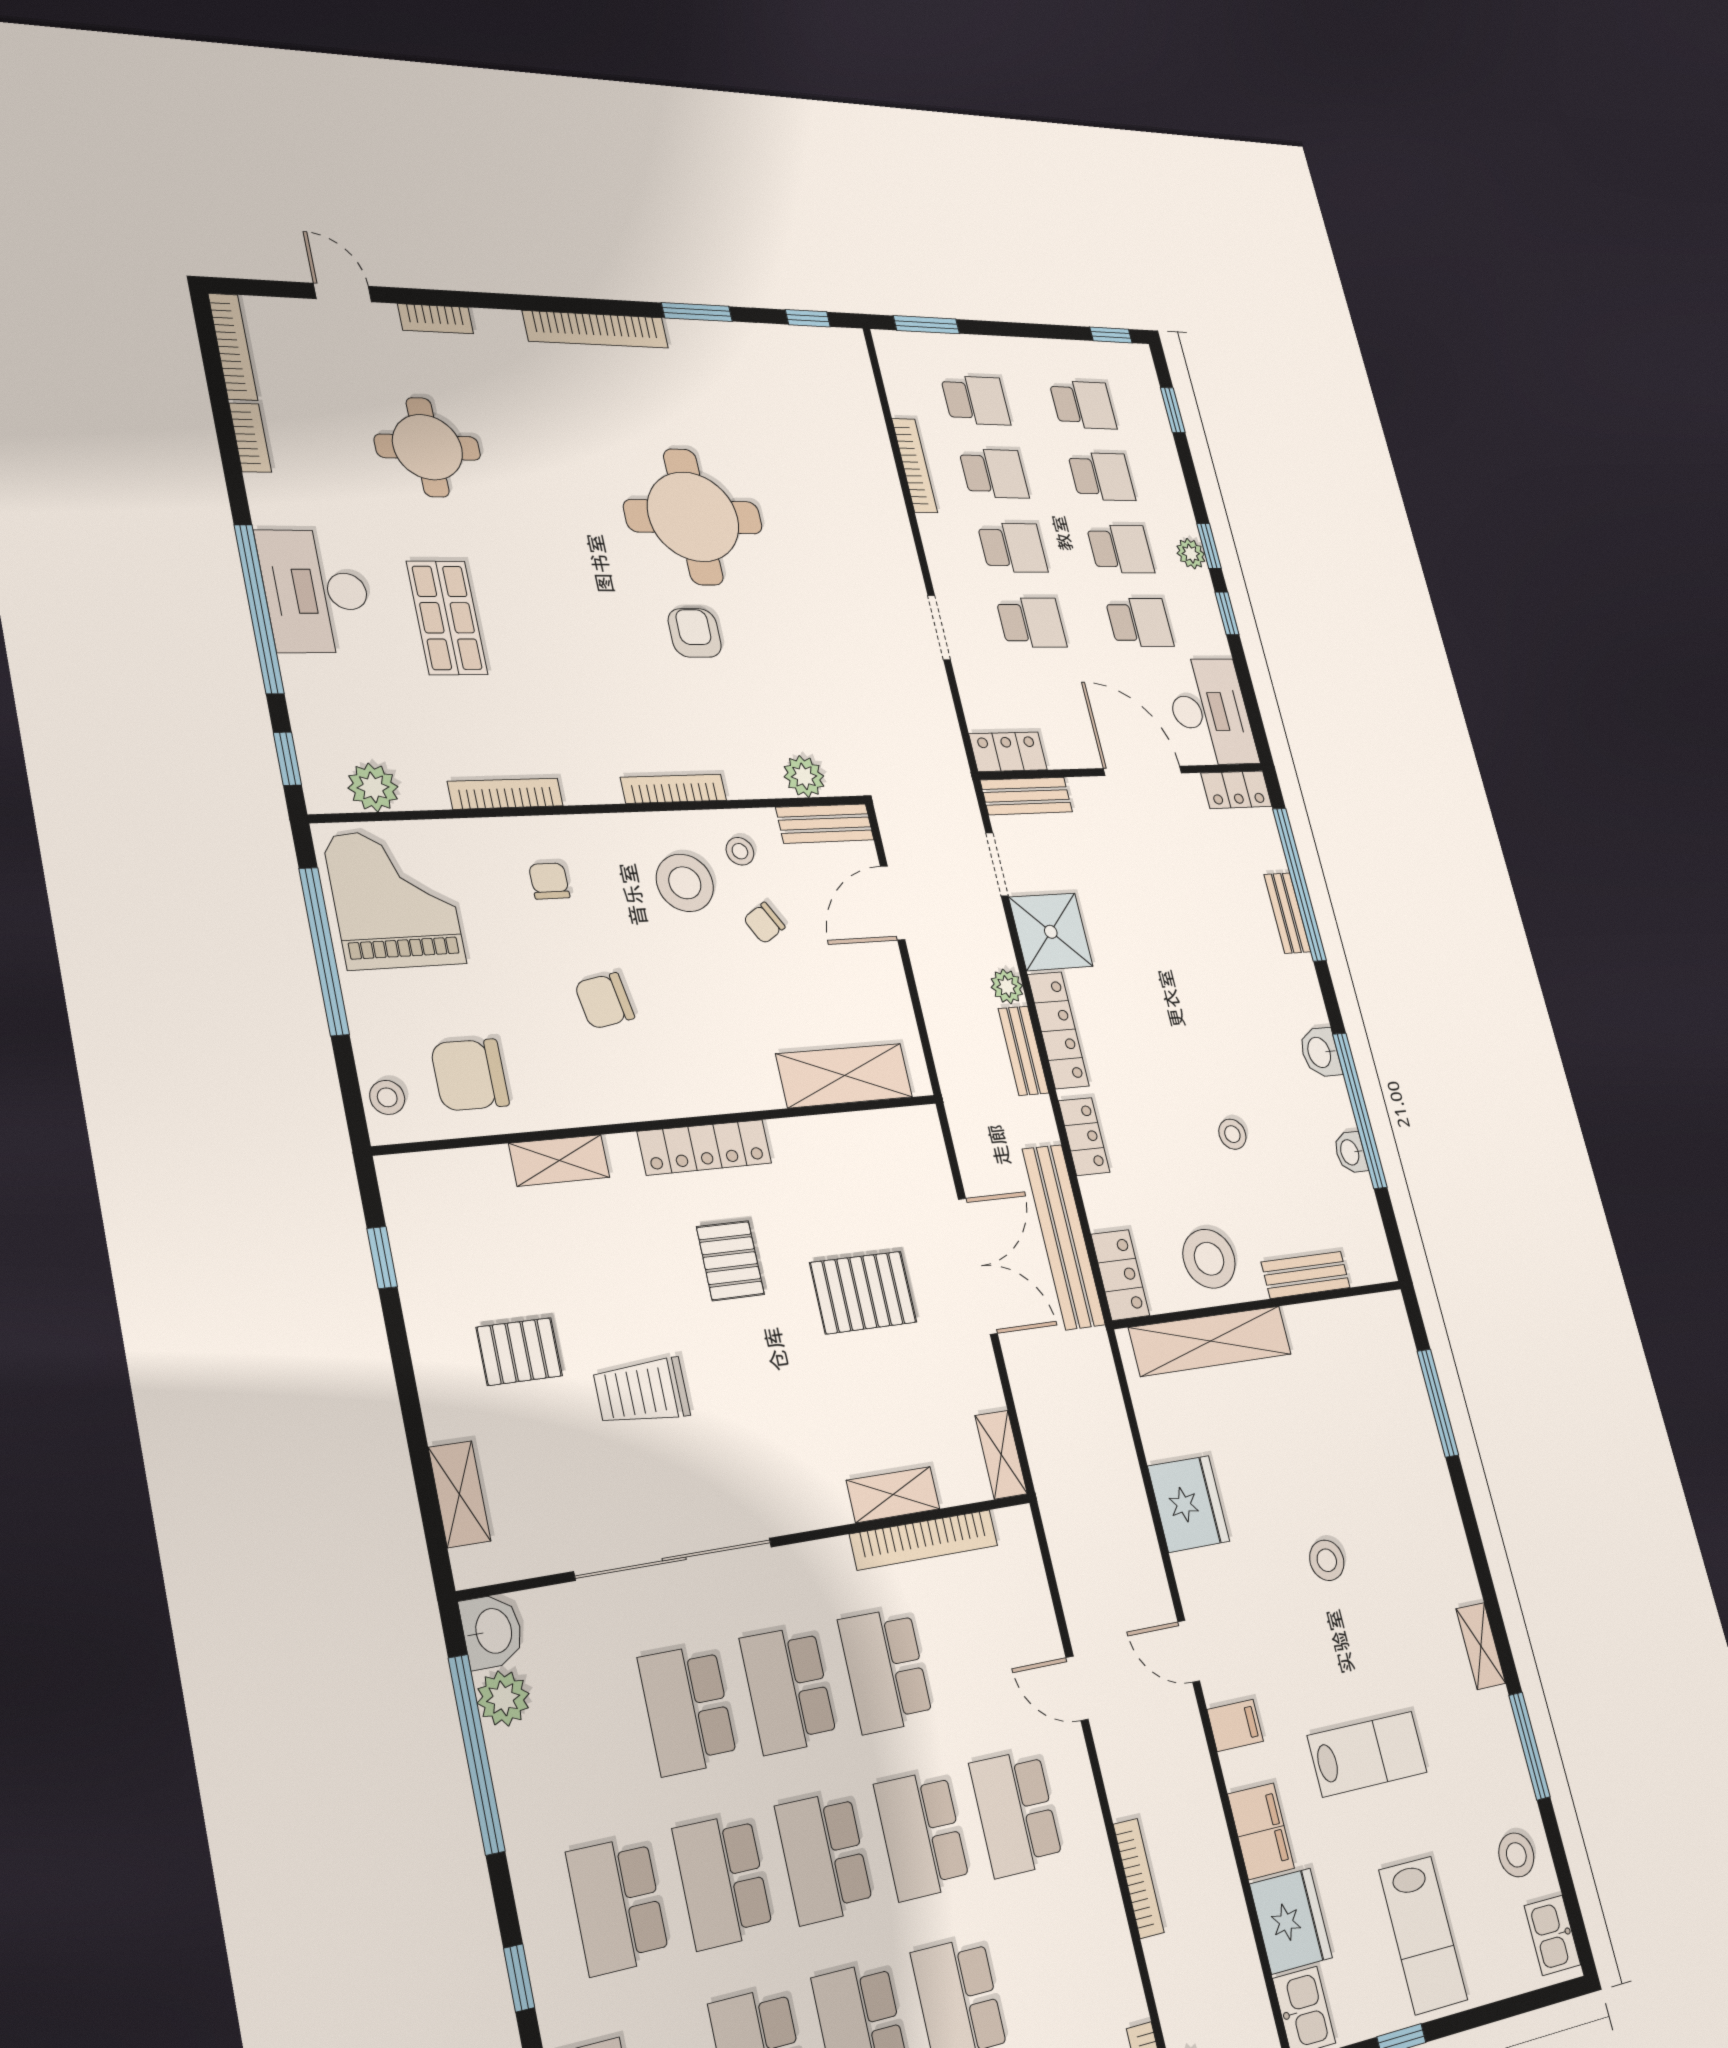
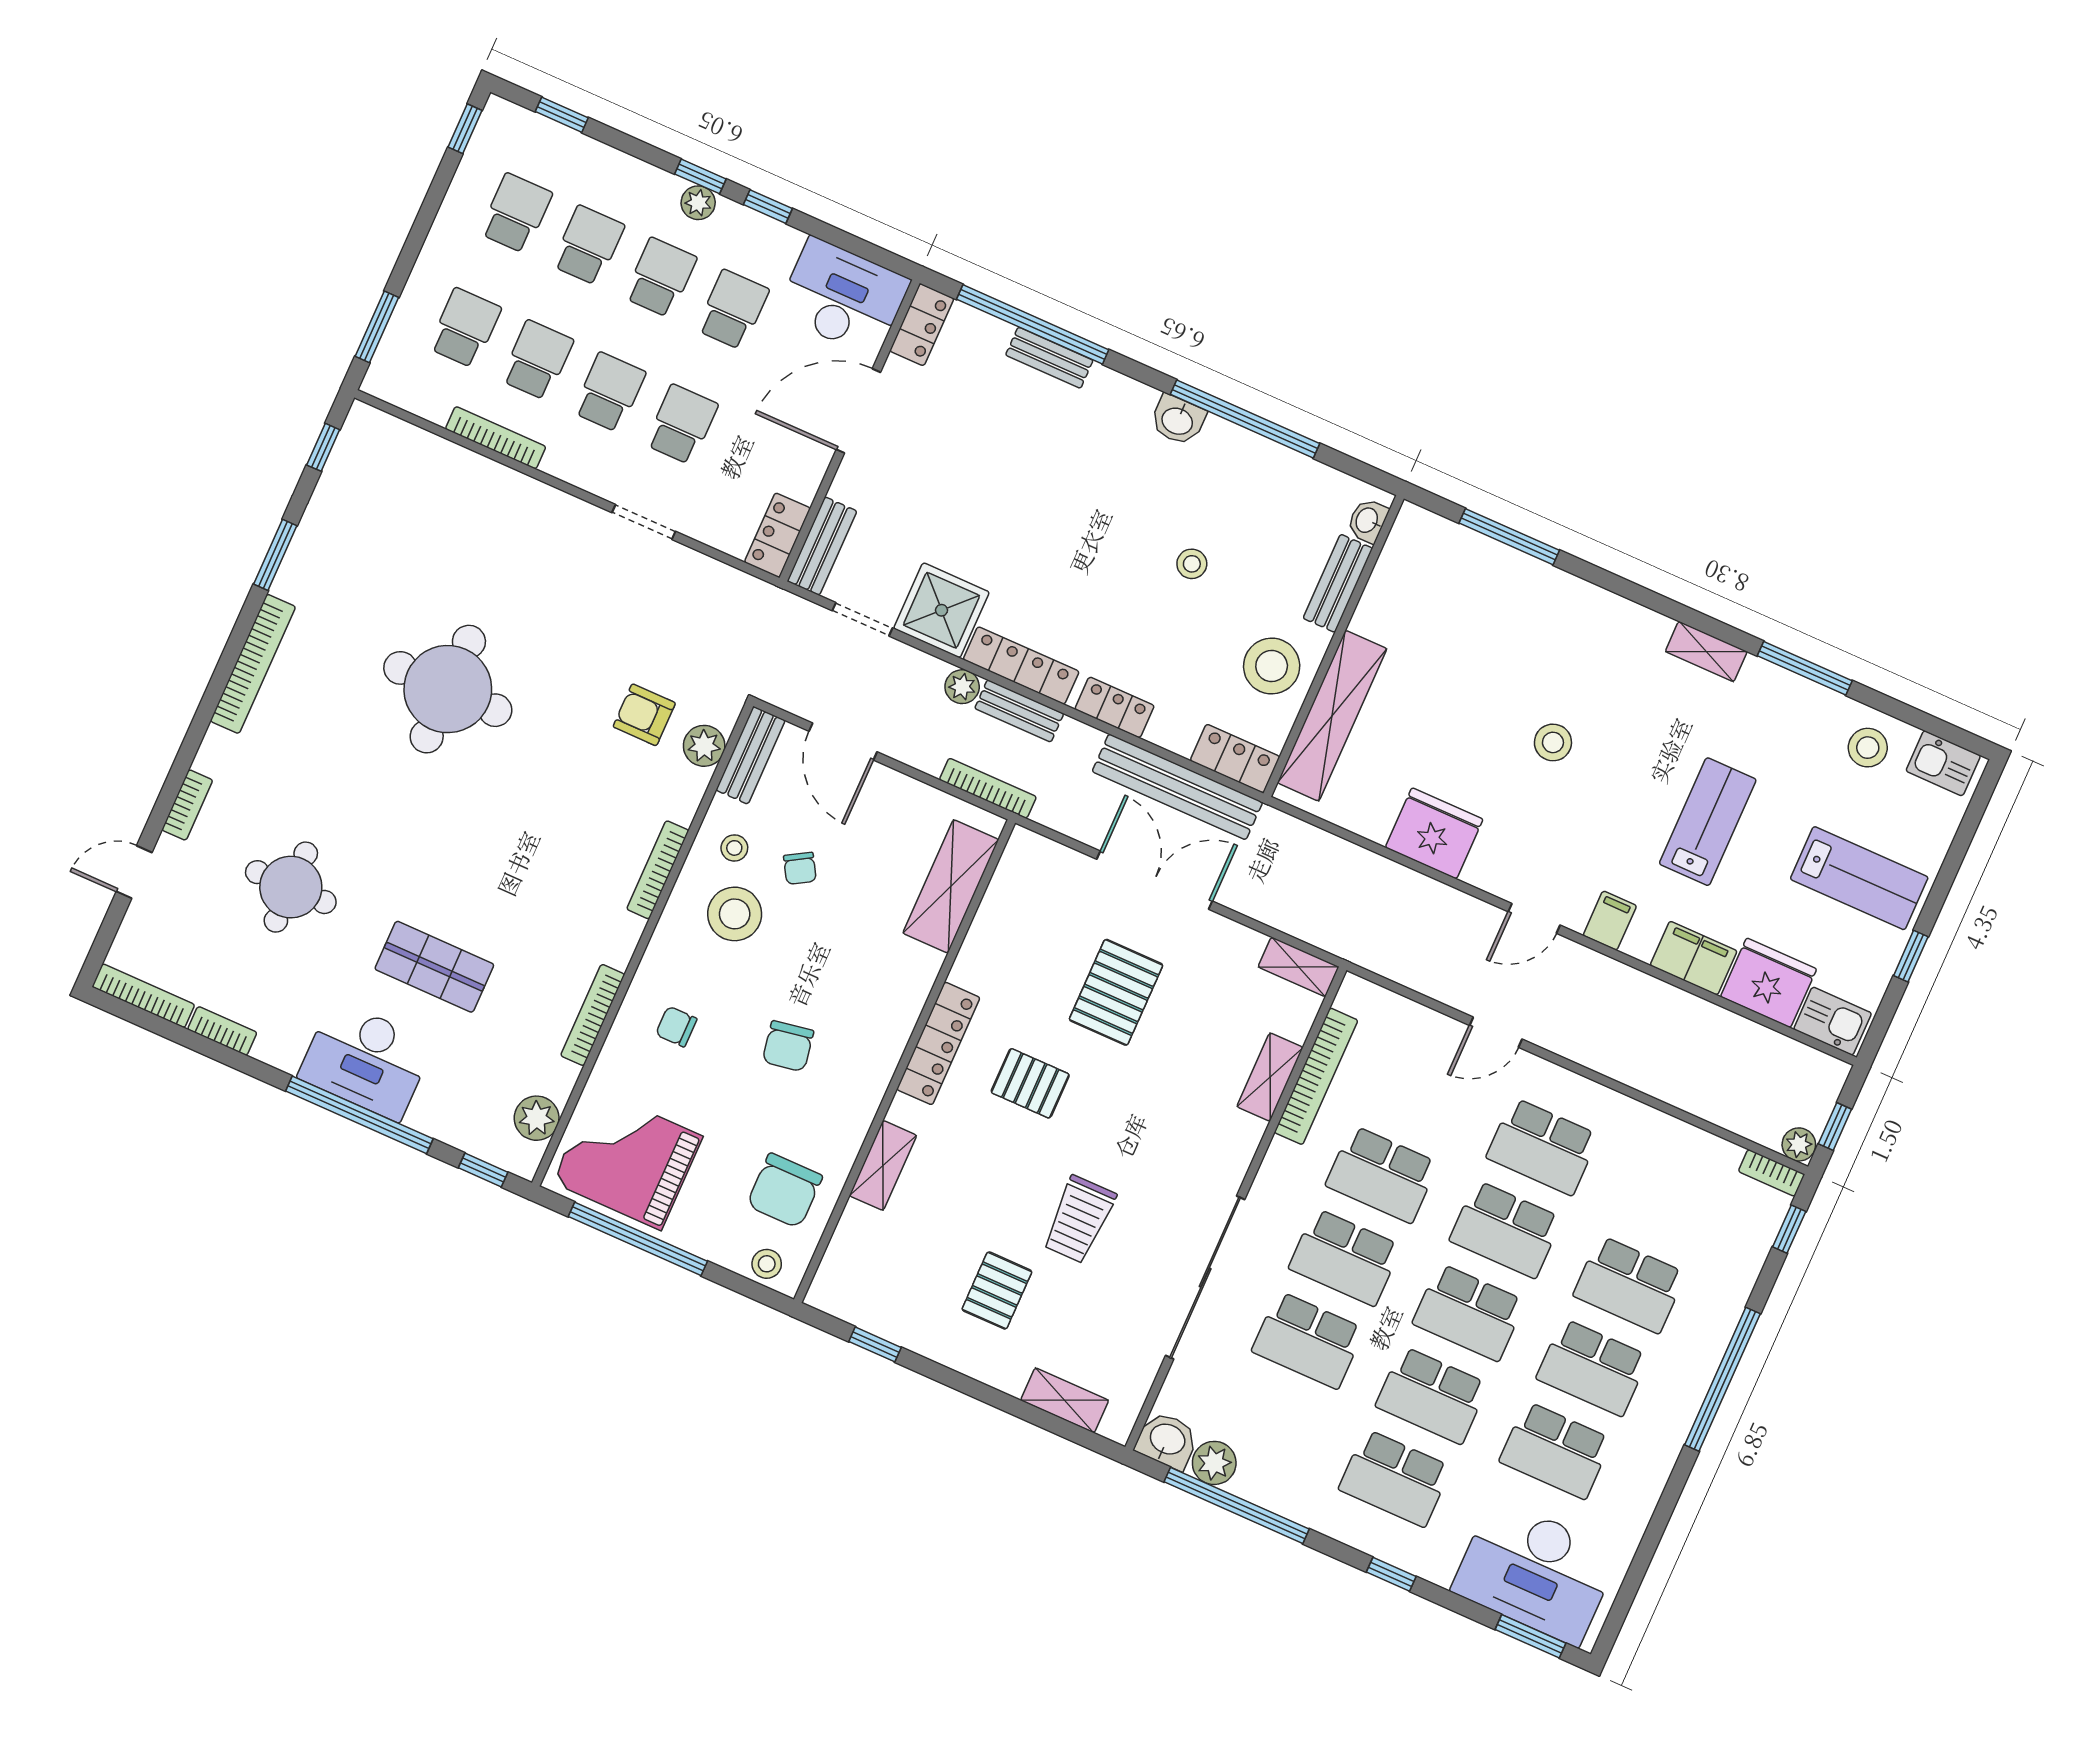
armchair: (695, 633) -> (644, 715), moved
washbasin: (1350, 1152) -> (1368, 521), moved, turned 90
bookcase: (1139, 1878) -> (988, 788), moved

